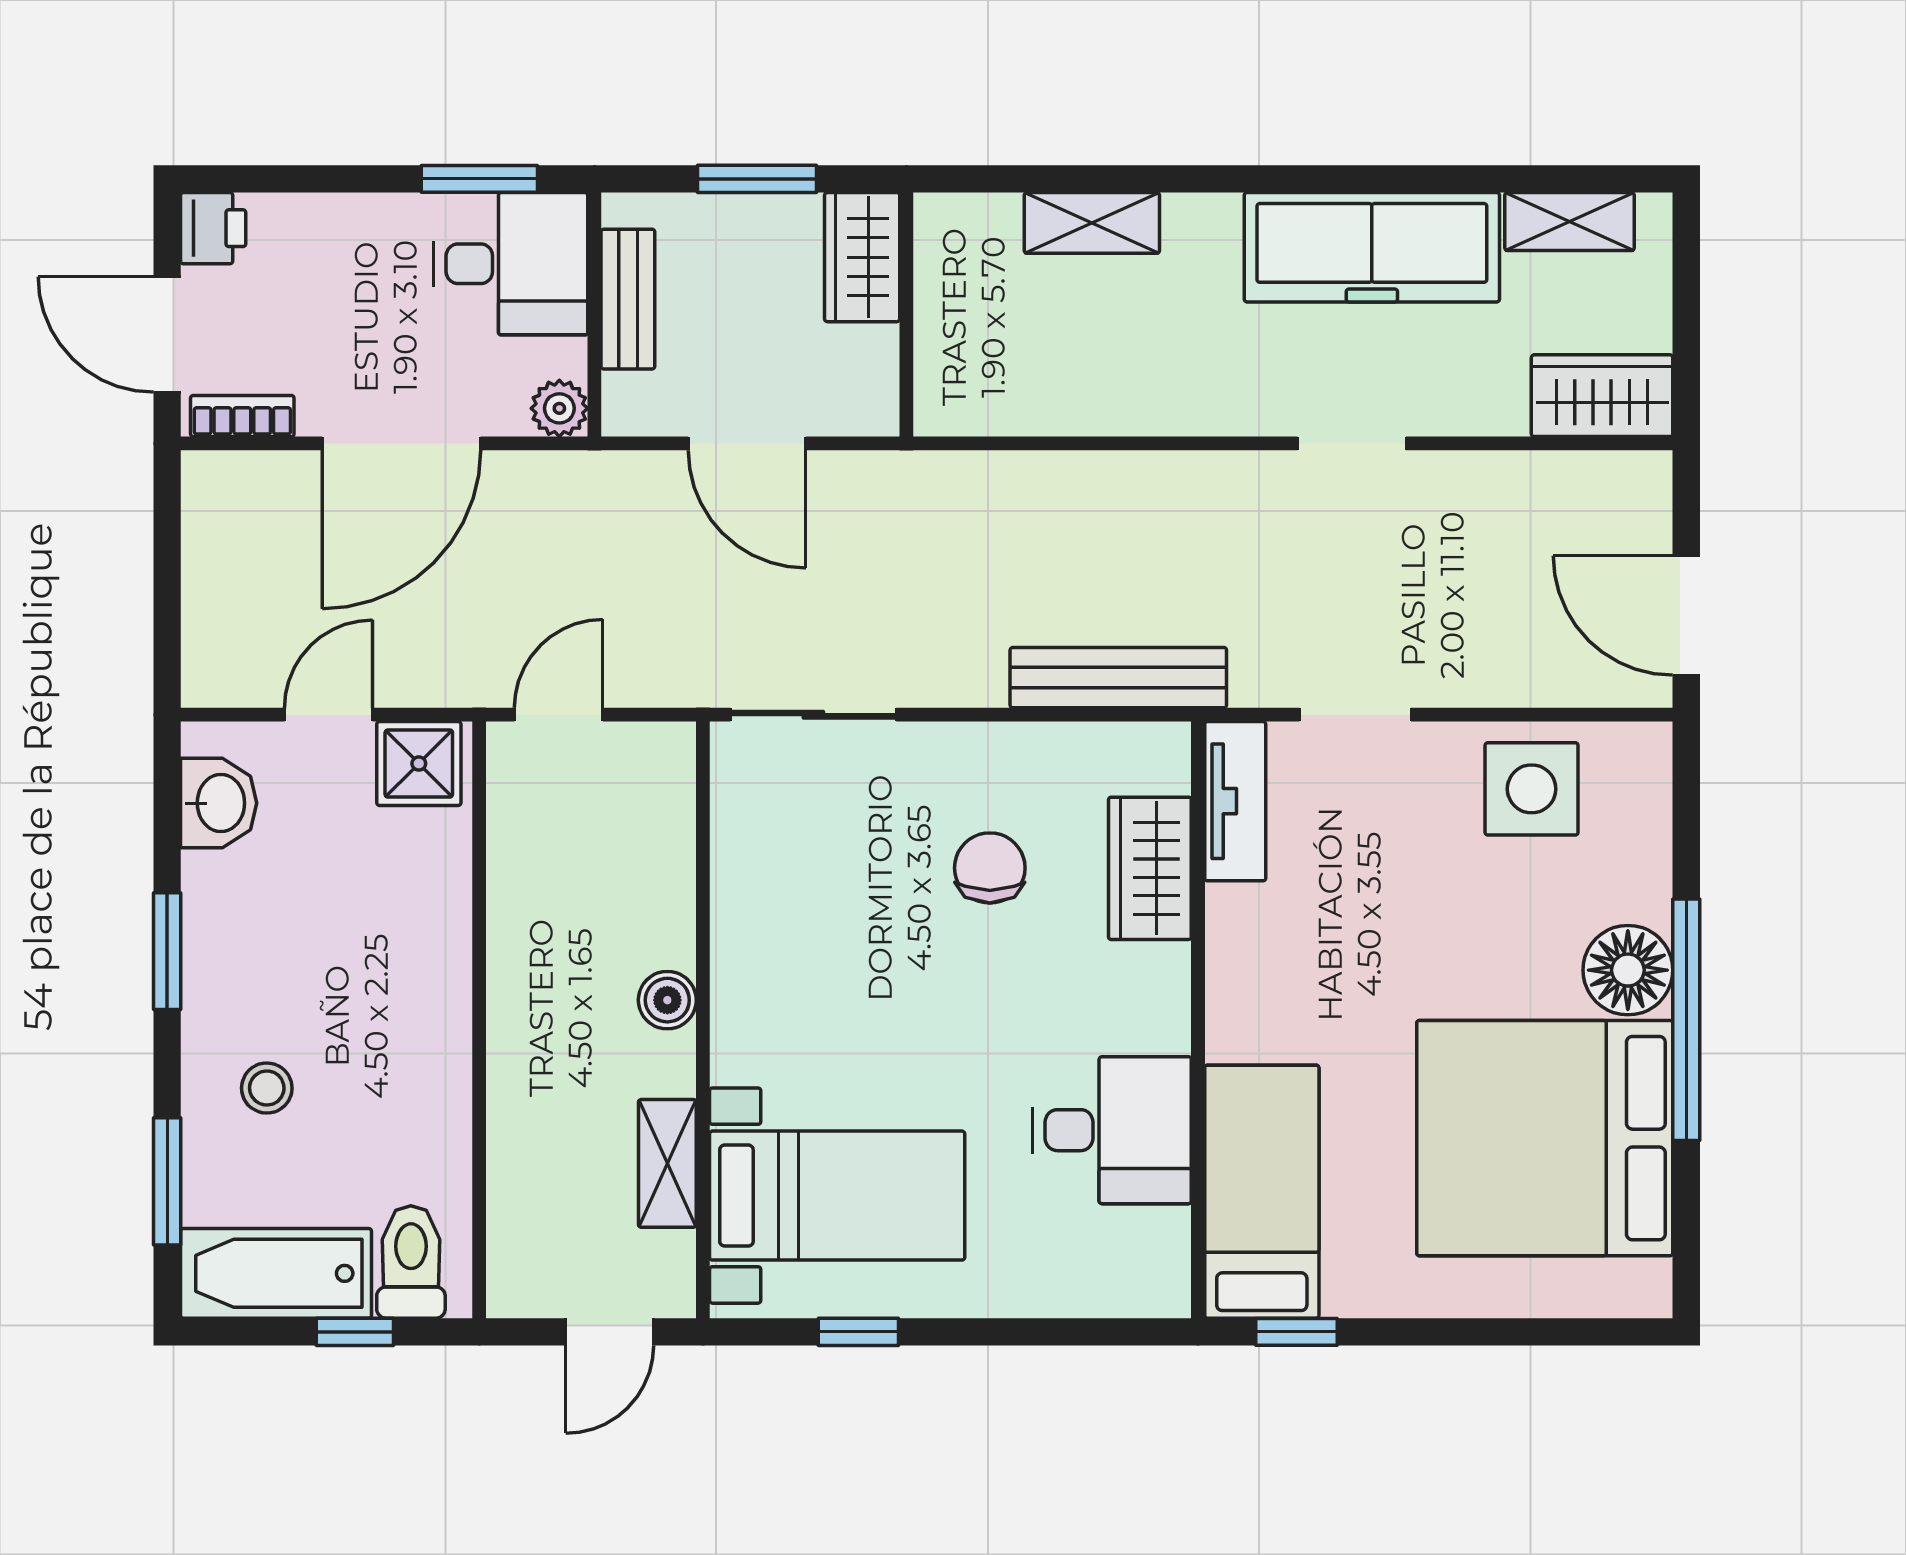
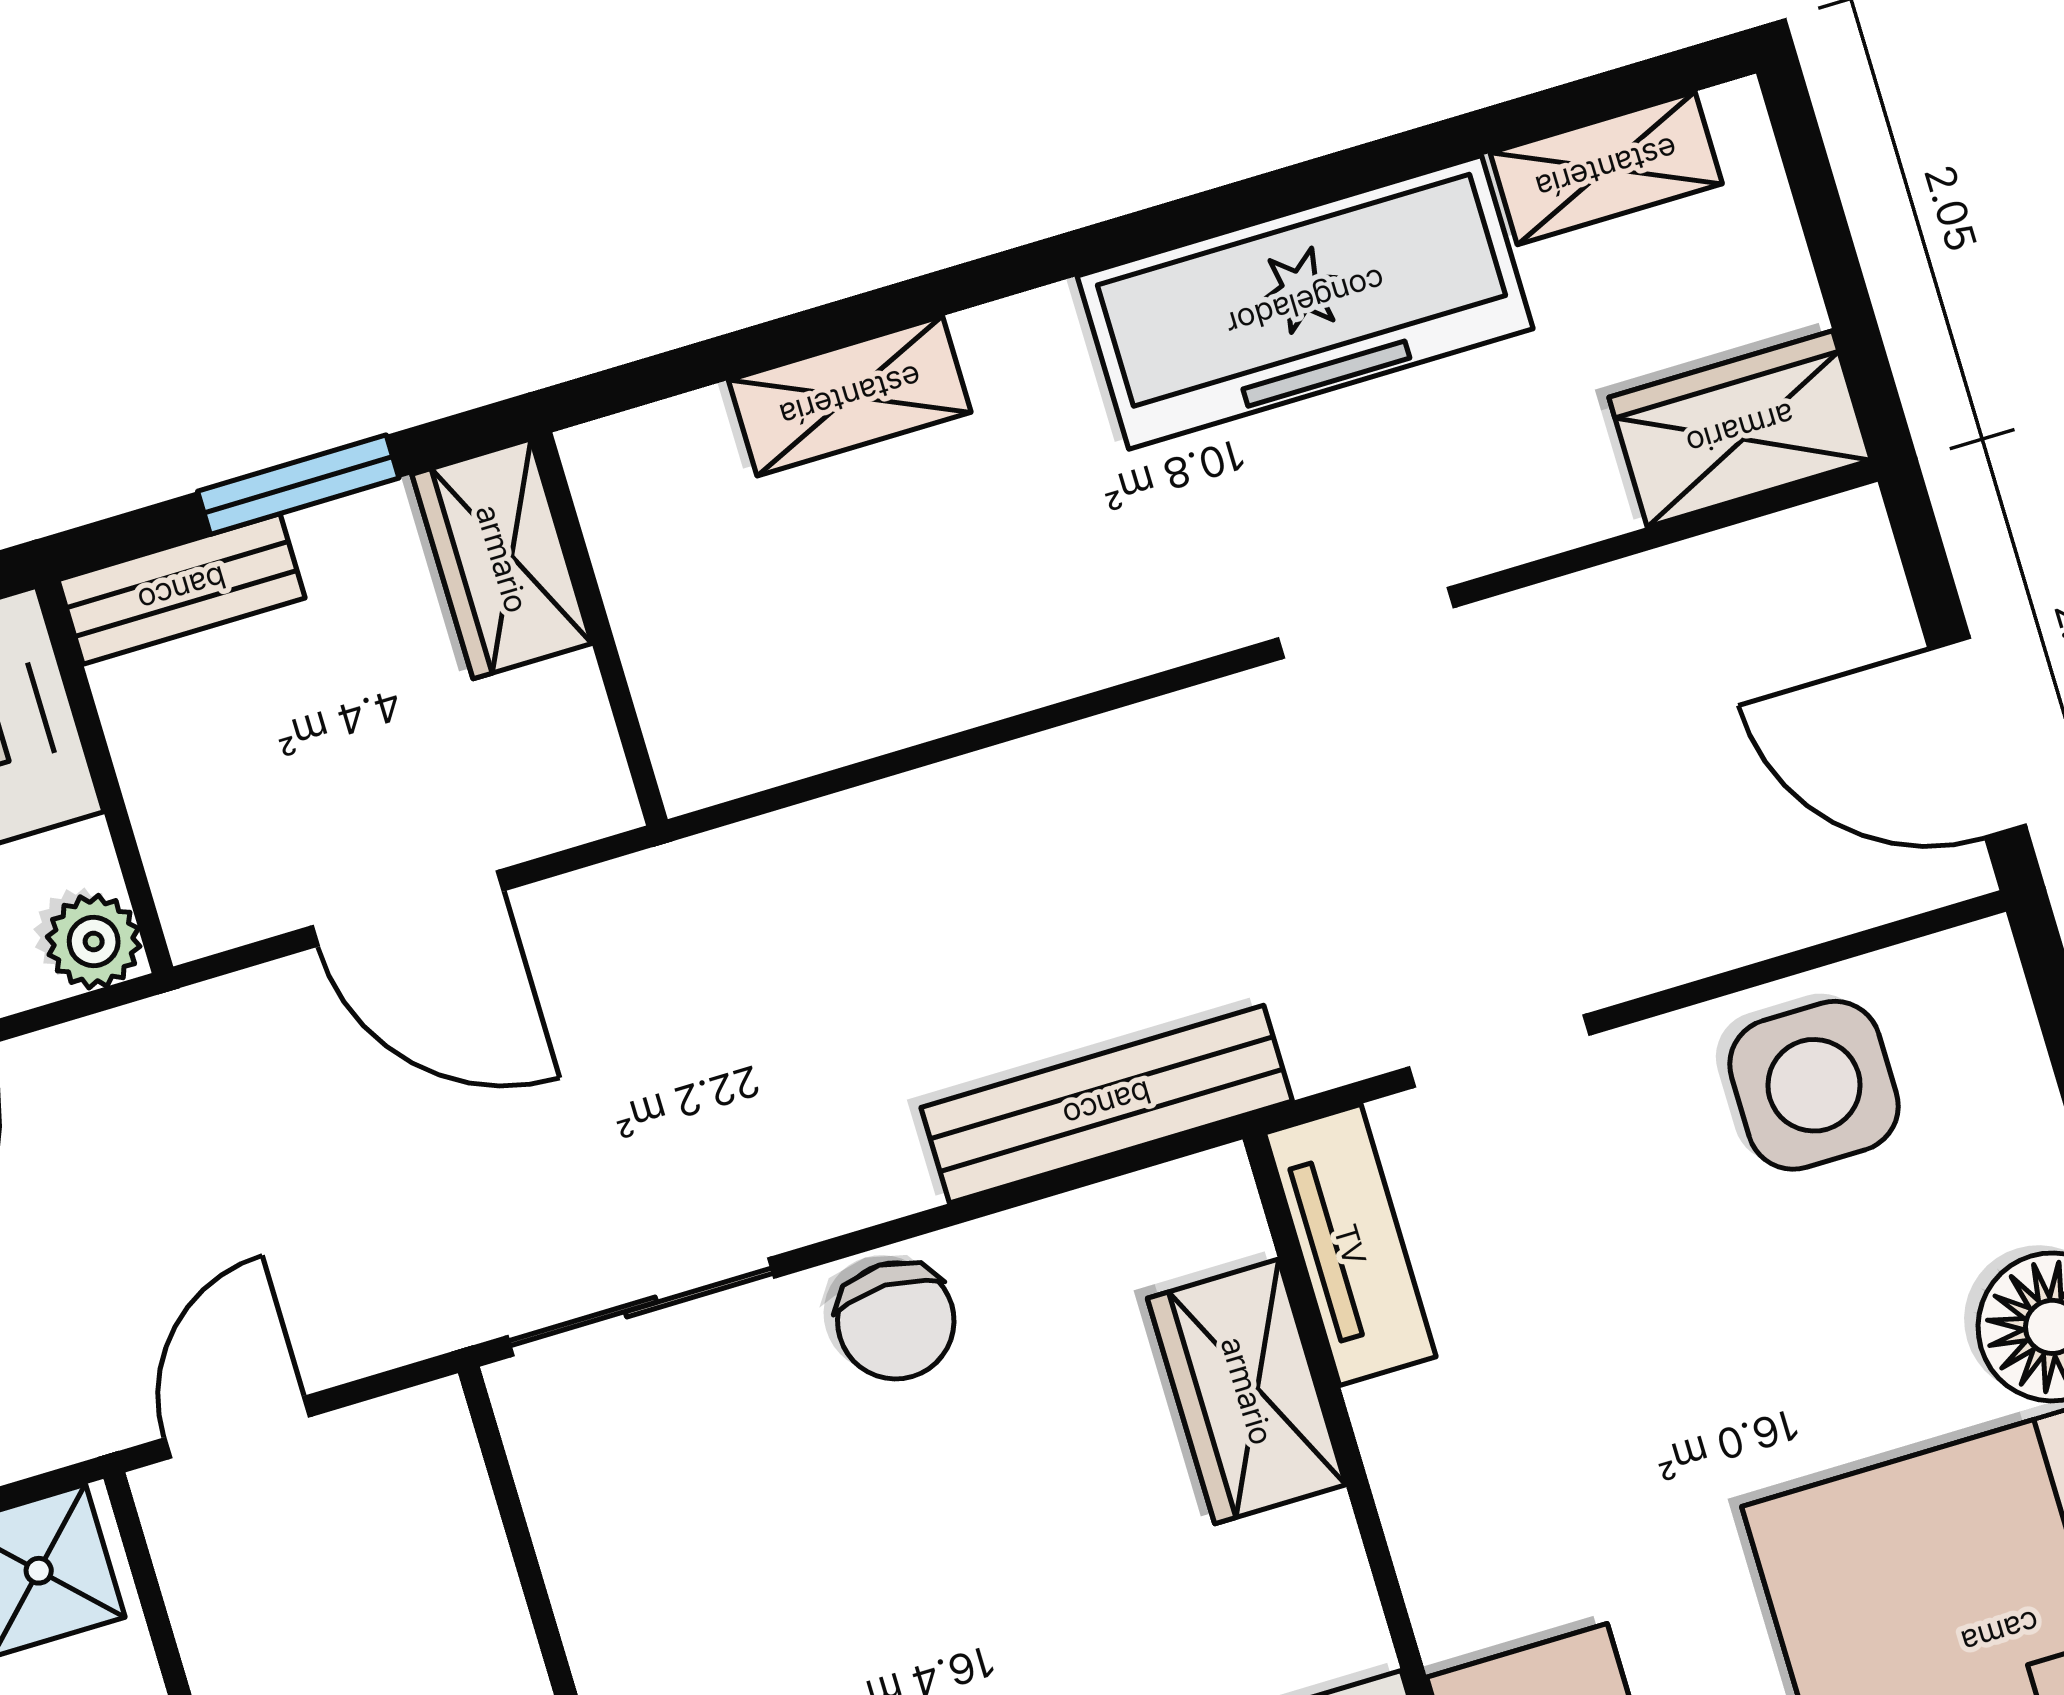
bench: (628, 299) -> (182, 589), moved, turned 90
chair: (990, 868) -> (896, 1321), moved, turned 180

